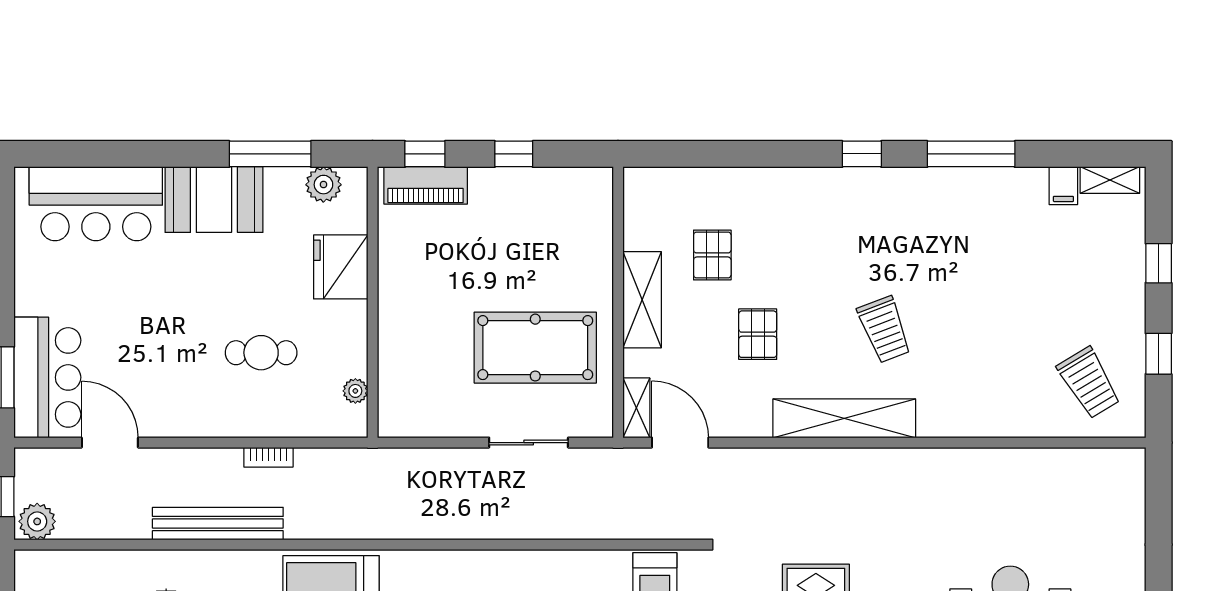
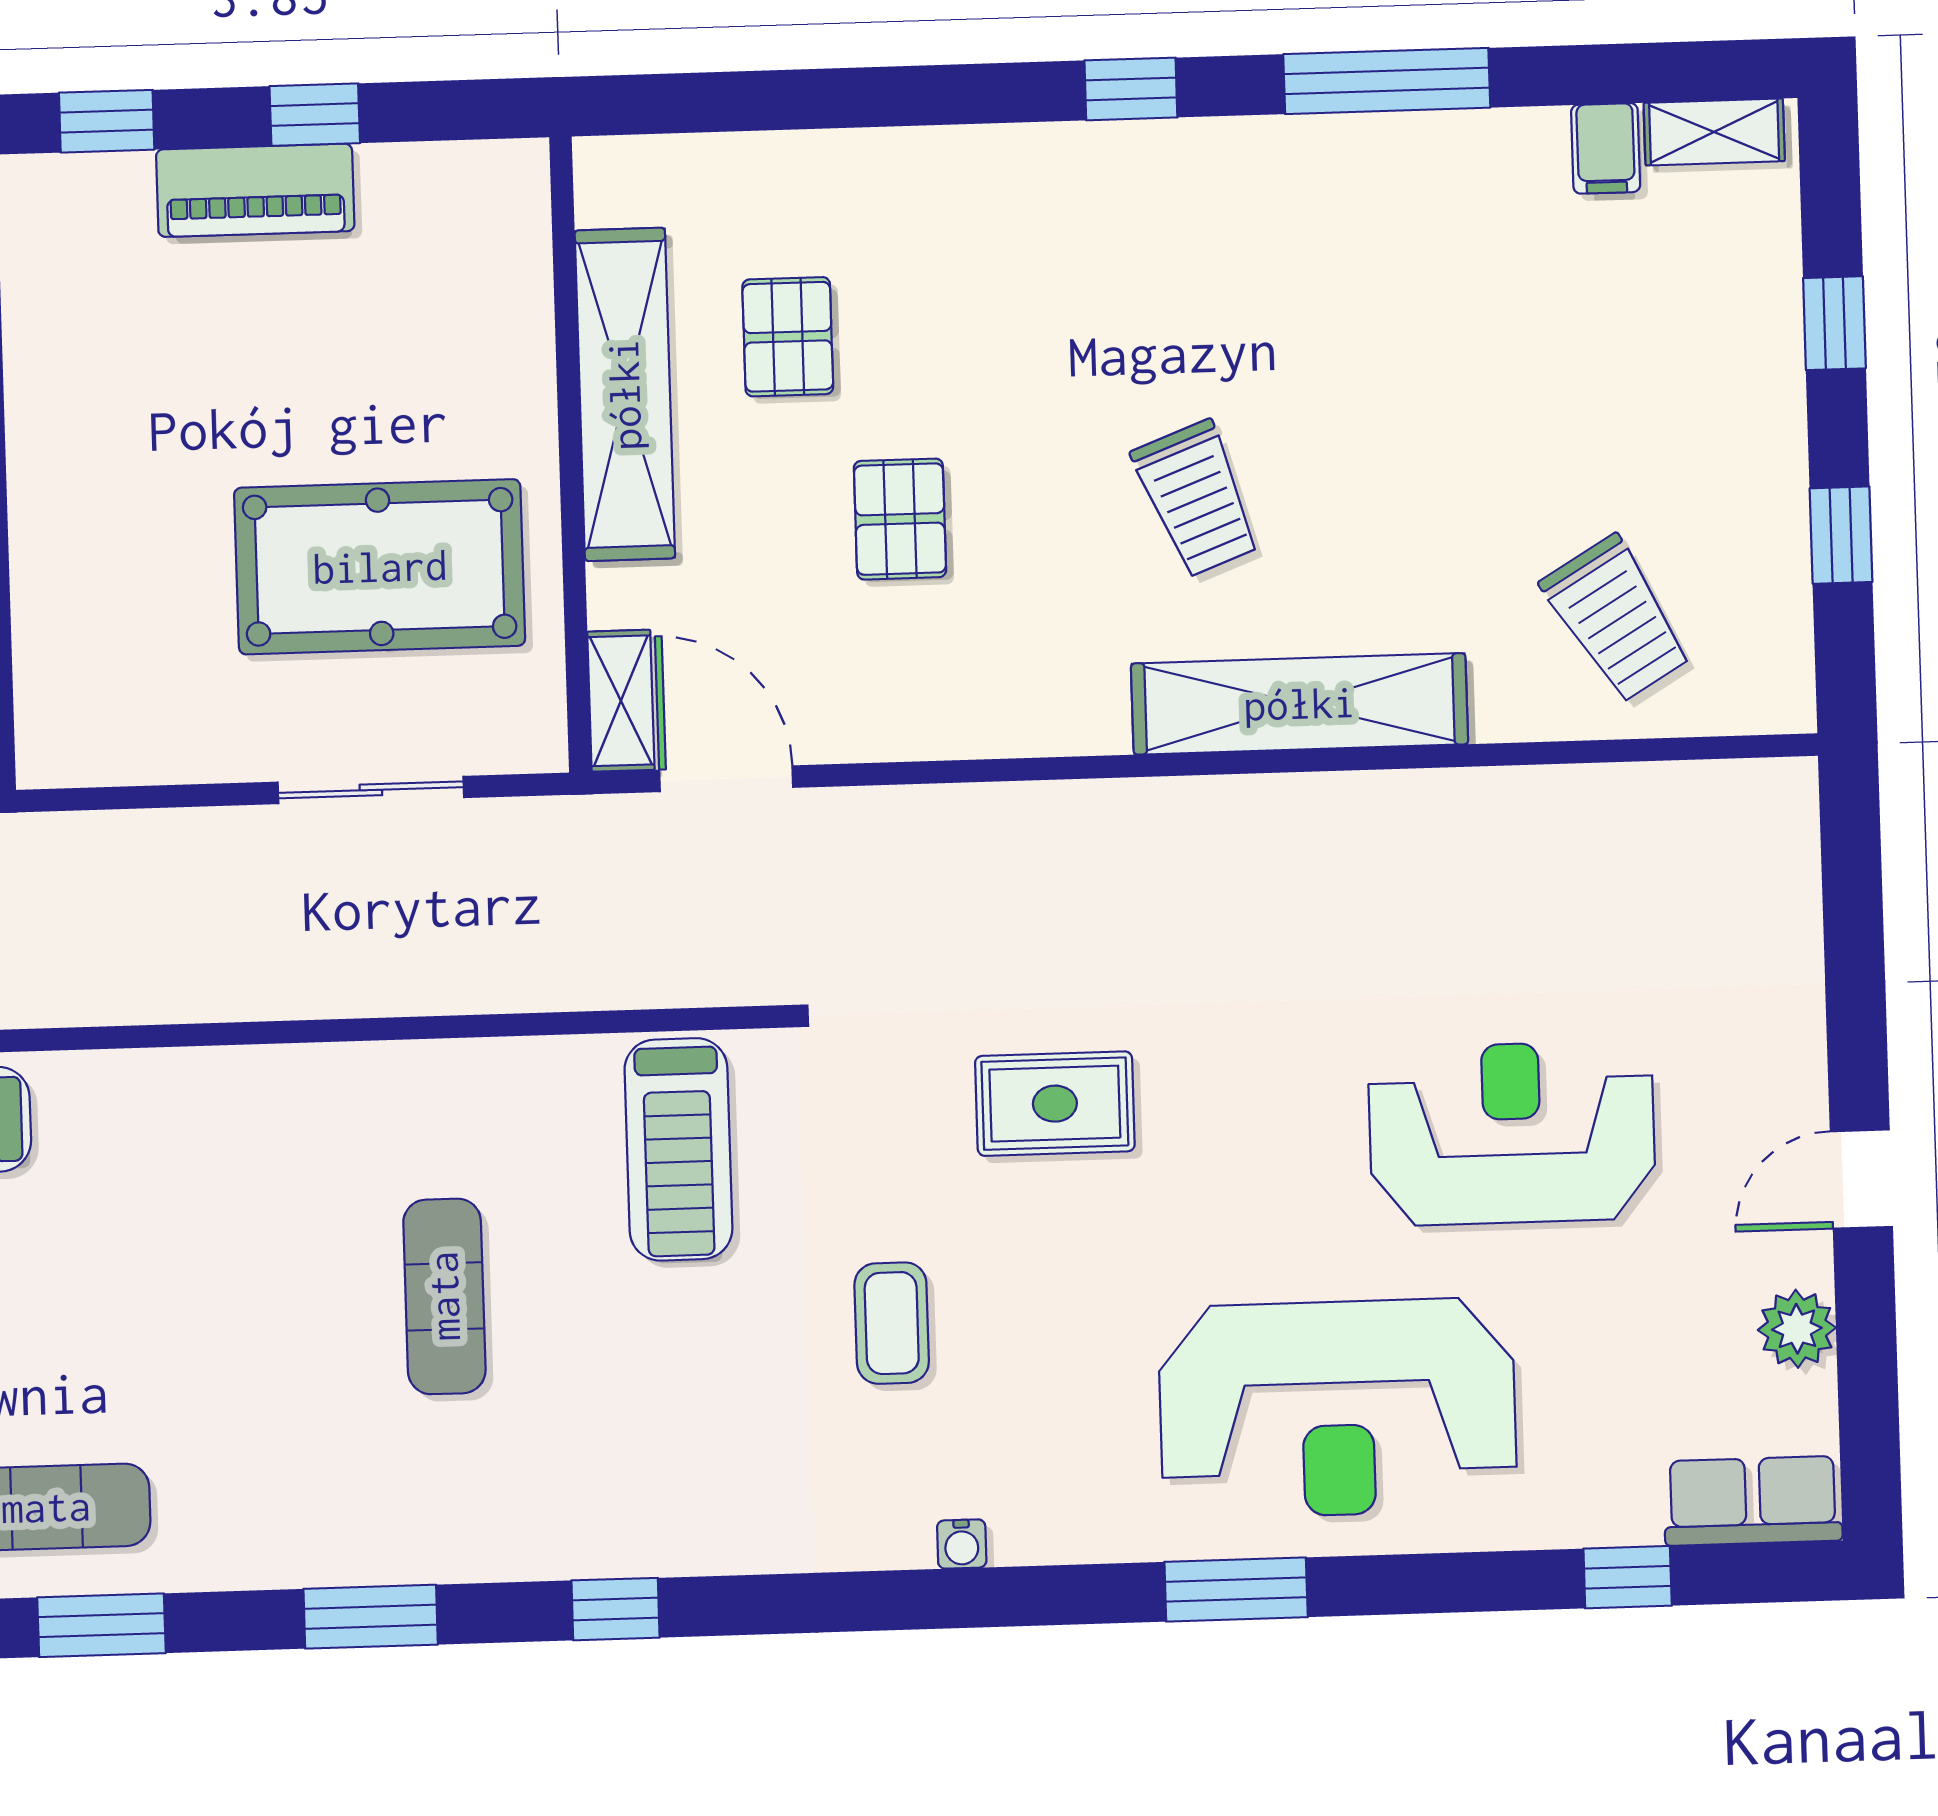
piano: (426, 185) -> (255, 190), moved
shelving: (642, 300) -> (625, 394), width x1.47
trolley: (1089, 383) -> (1617, 619), moved
shelving: (844, 418) -> (1300, 704), moved

